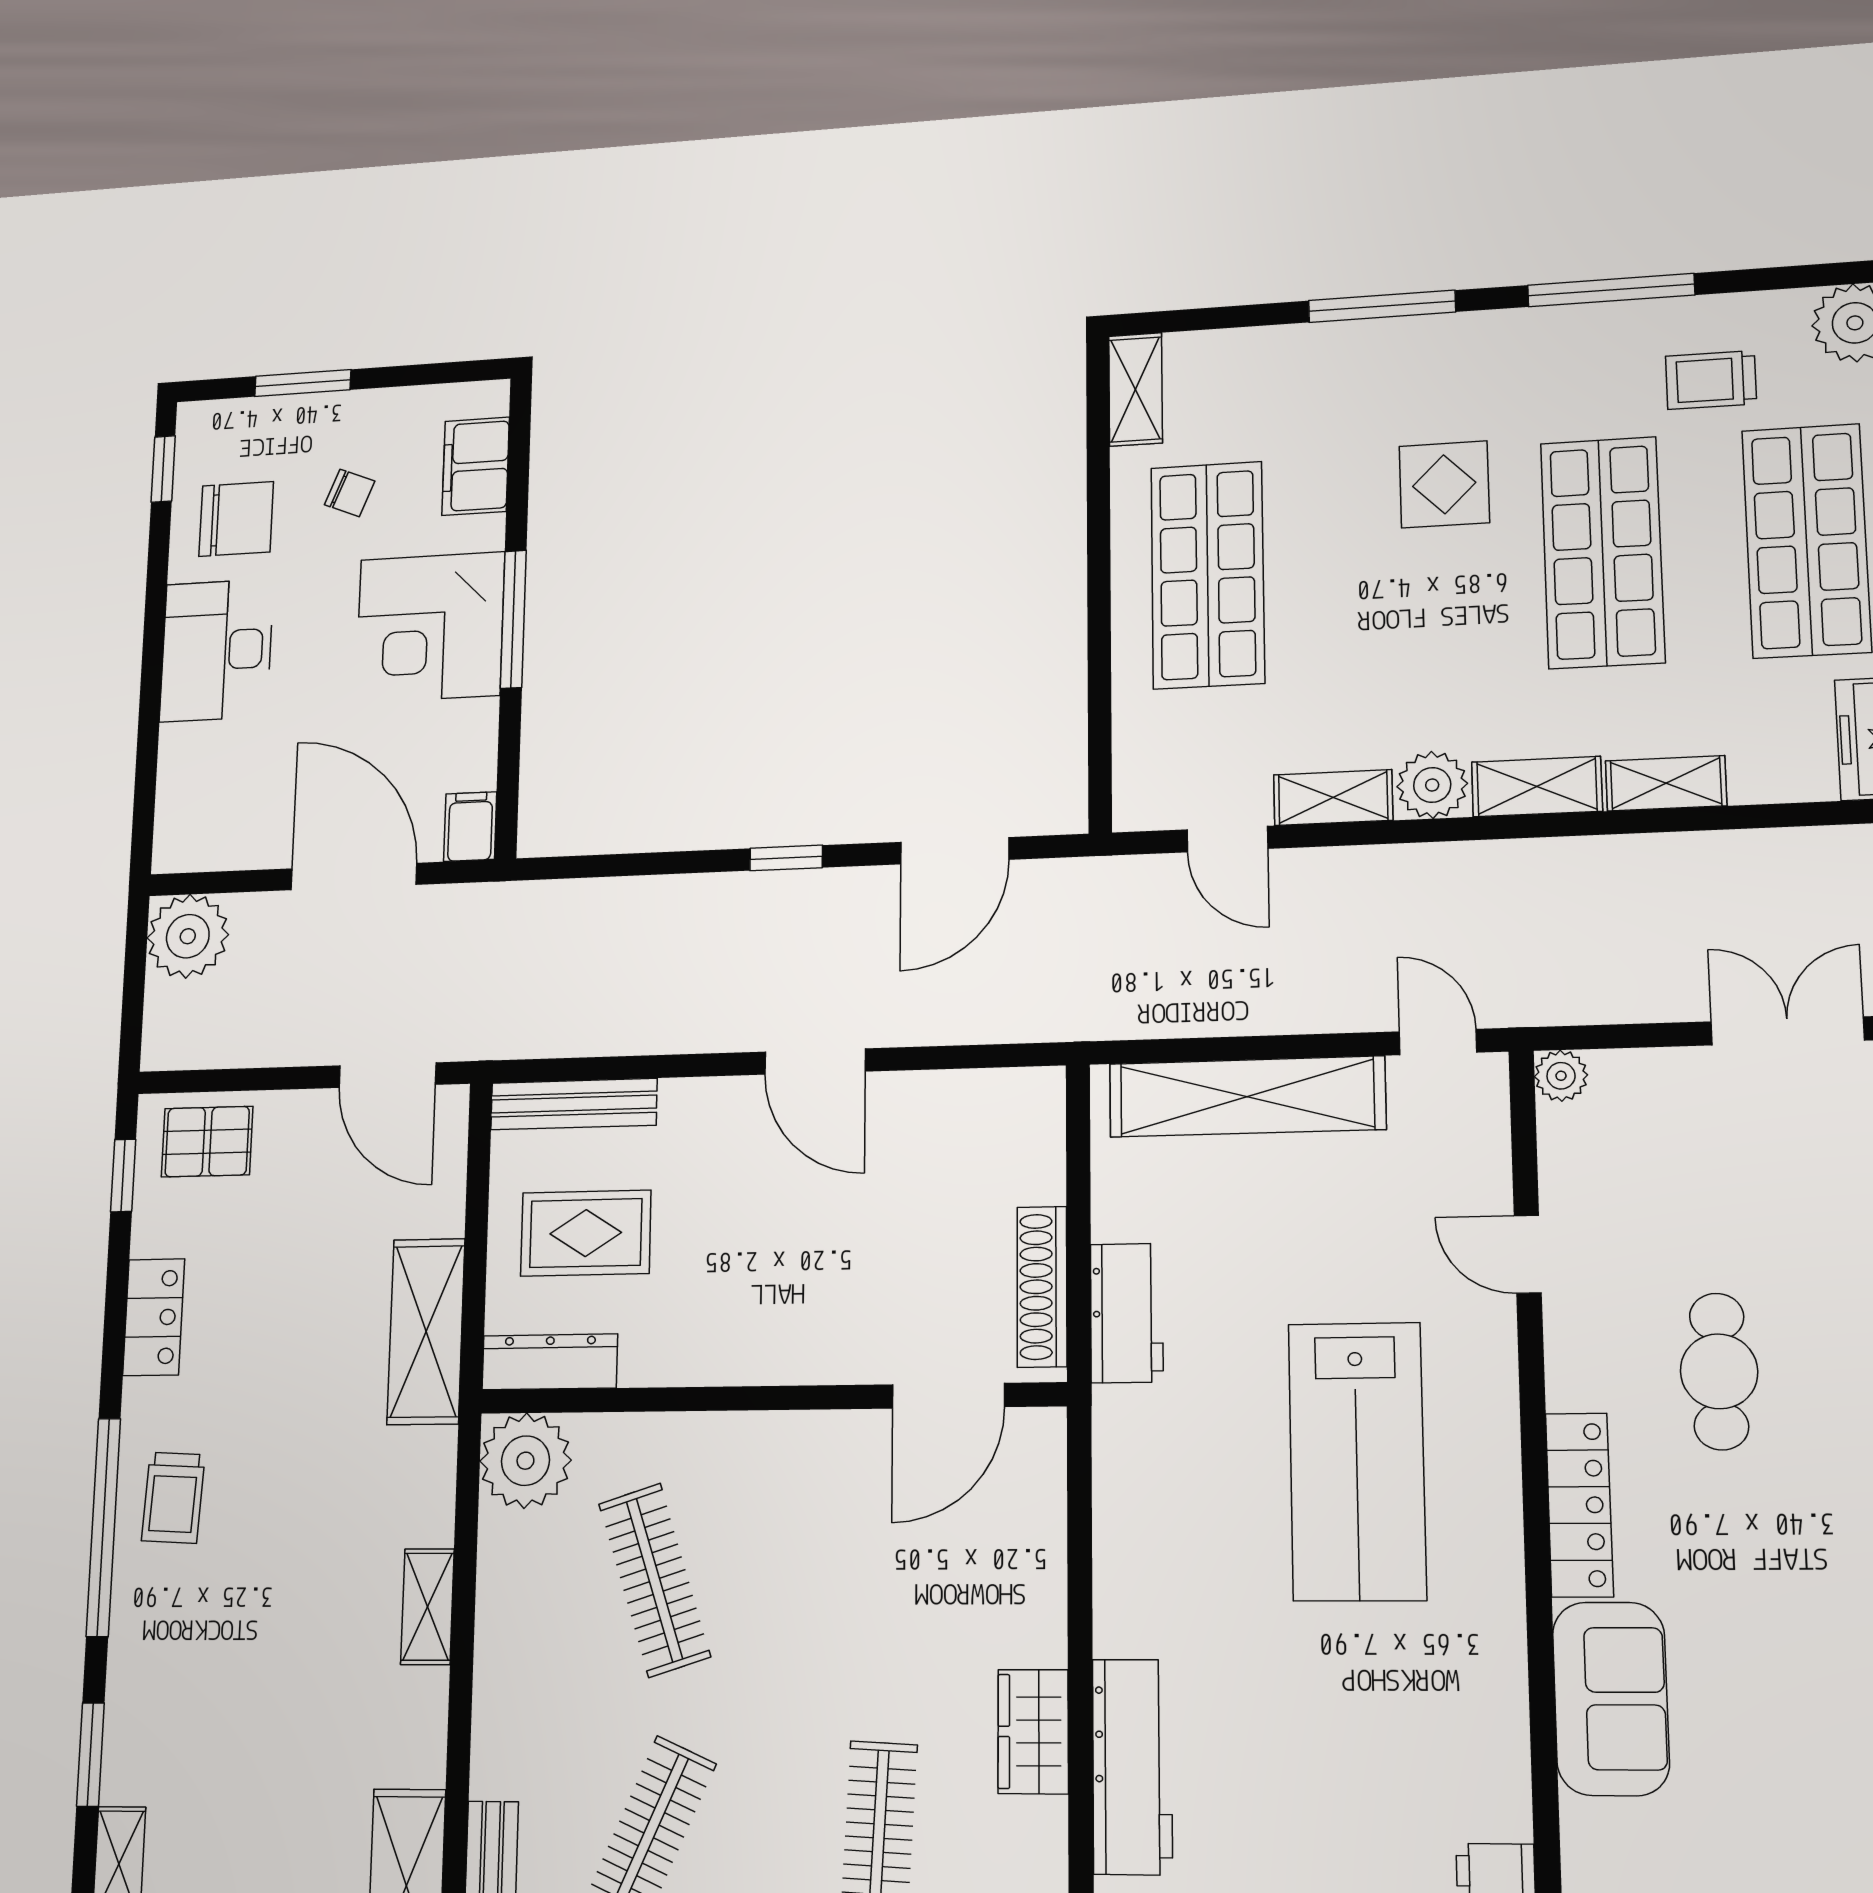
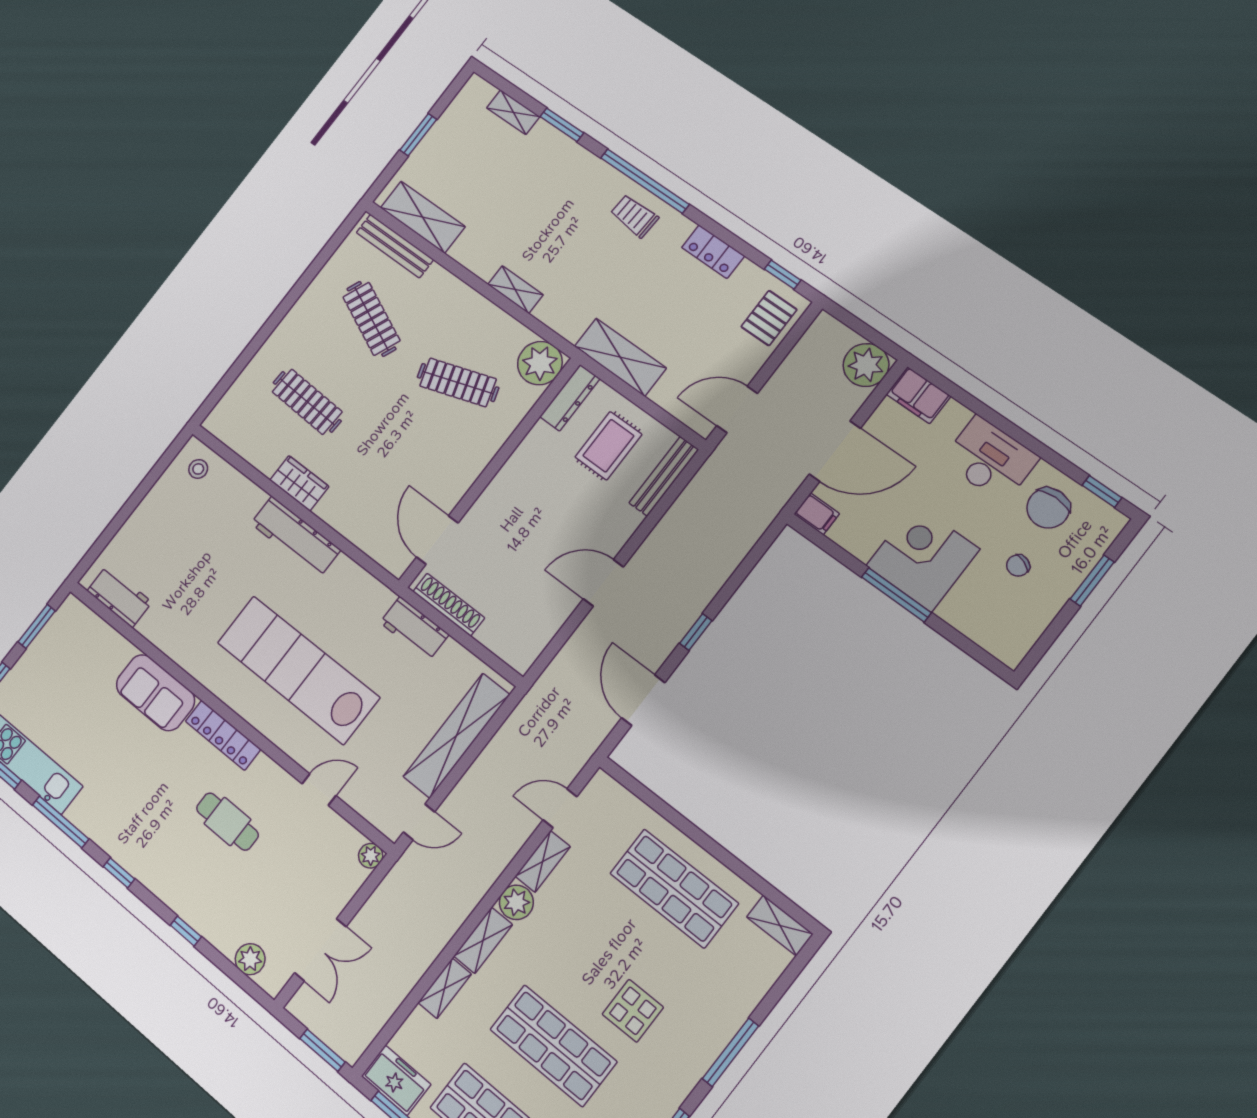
filing cabinet: (476, 466) -> (919, 395), moved, turned 180
lab bench: (1357, 1461) -> (298, 670), width x1.36
workbench: (1132, 1767) -> (295, 537), moved

